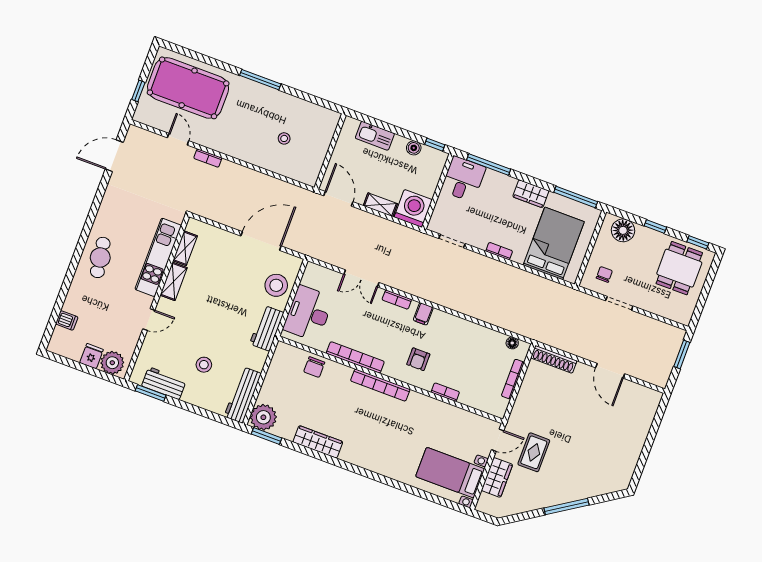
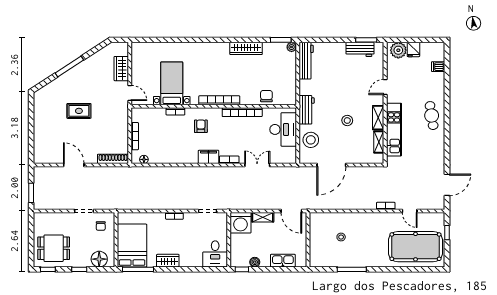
window: (260, 80) -> (352, 269), moved
window: (489, 165) -> (202, 269), removed
bed: (554, 243) -> (132, 246), moved, turned 180
dining table: (679, 268) -> (54, 248), turned 90
filing cabinet: (423, 314) -> (209, 157), width x2.00
stool: (204, 365) -> (347, 120), moved
plant: (263, 417) -> (292, 47), width x0.53, depth x0.53
door: (498, 440) -> (130, 93), swing flipped
rug: (534, 452) -> (79, 111), moved, turned 90
bed with nightstands: (450, 473) -> (172, 83), moved, turned -90

